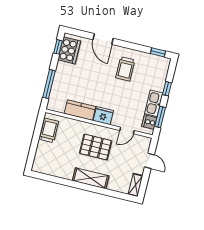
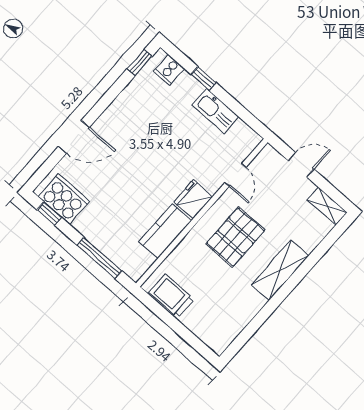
trolley: (125, 69) -> (138, 127), removed
window: (160, 117) -> (242, 112), removed
cooker: (149, 122) -> (169, 70), moved

